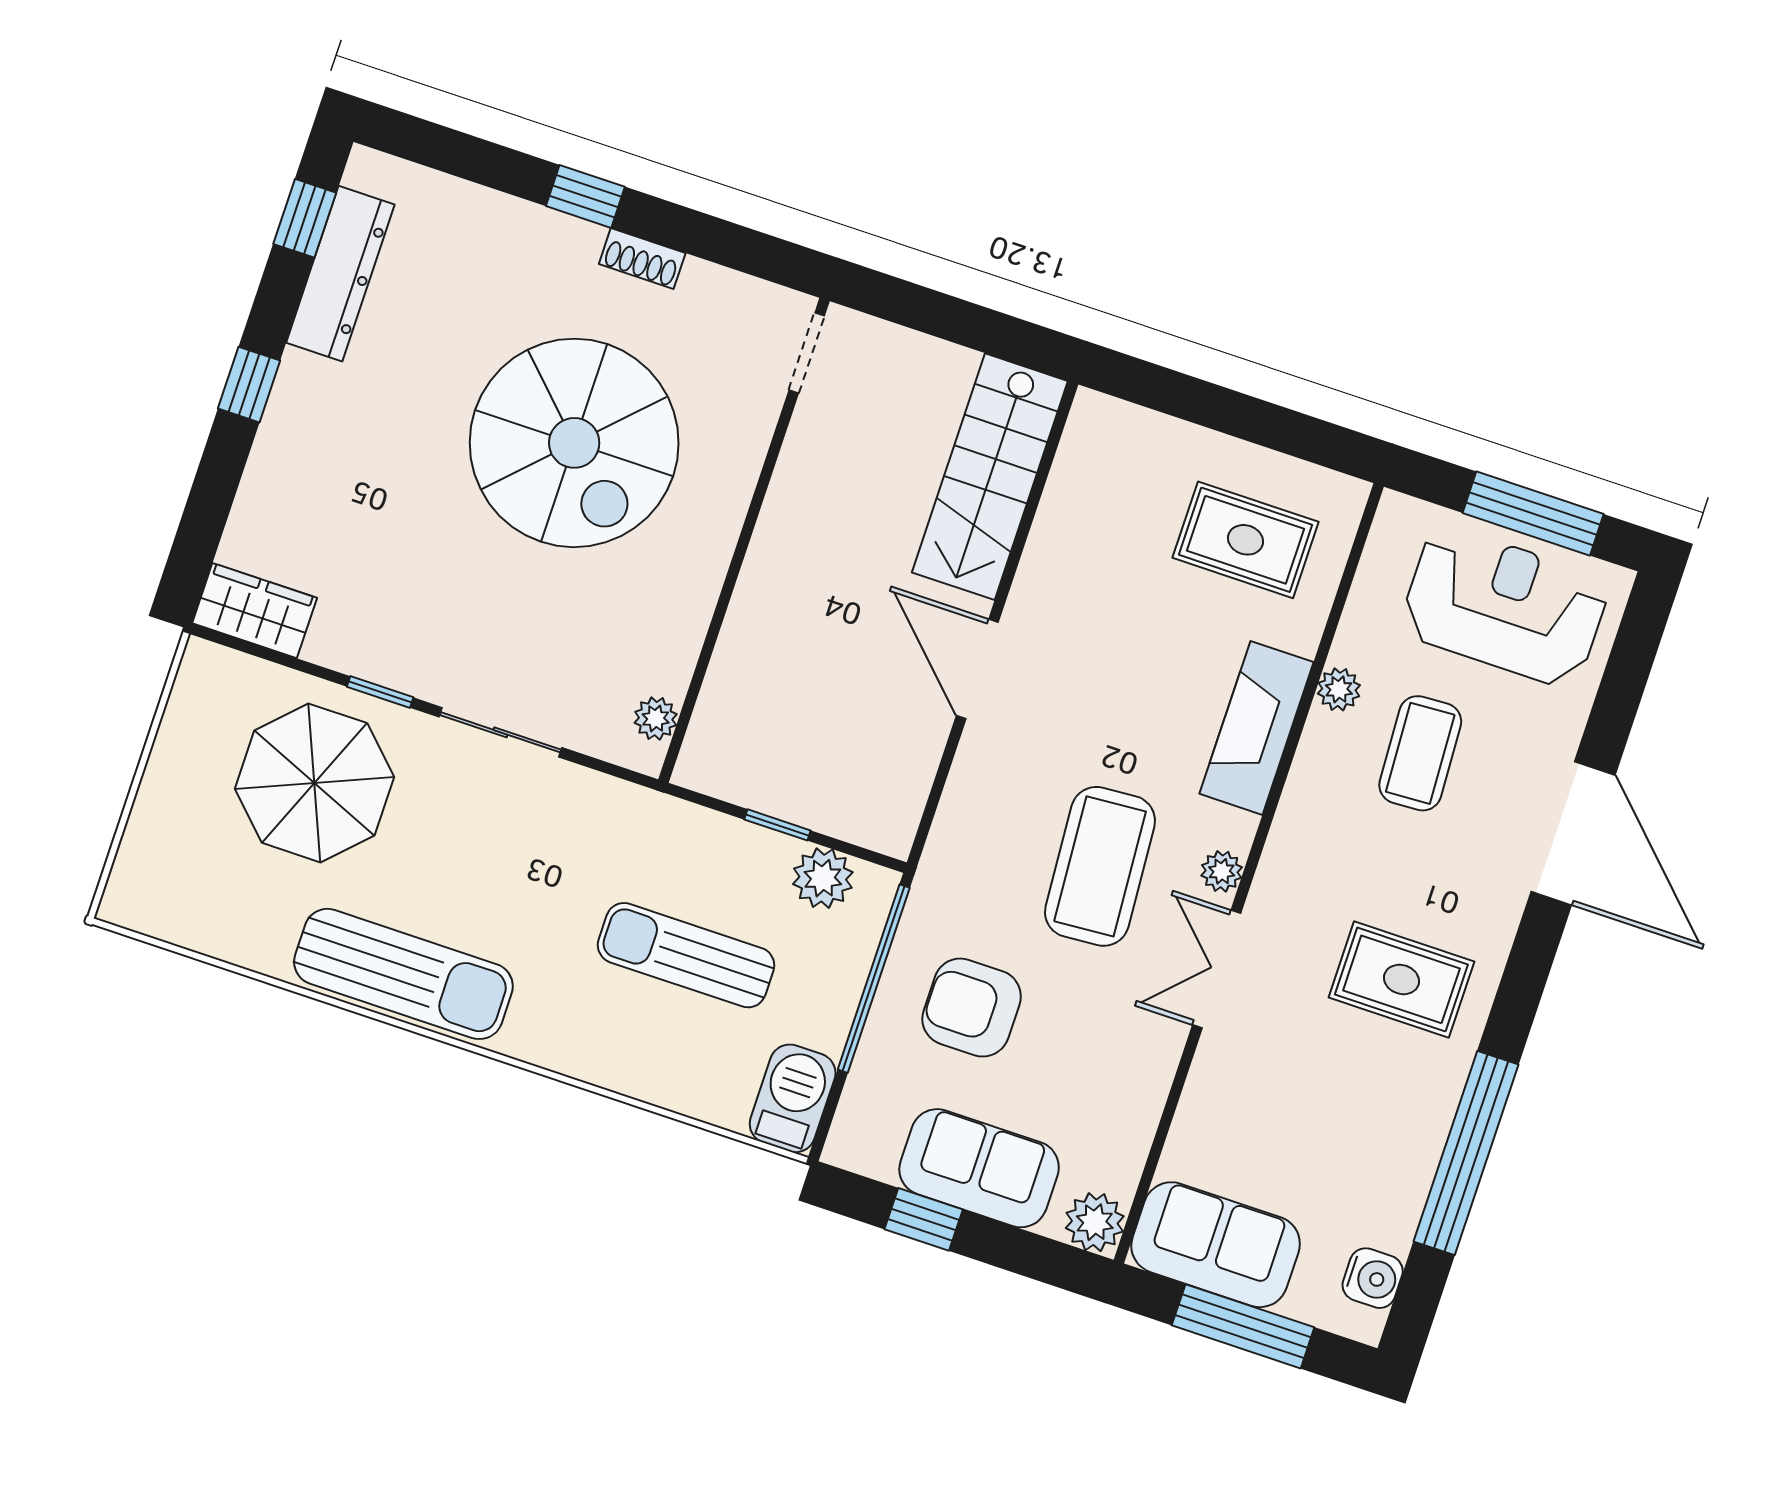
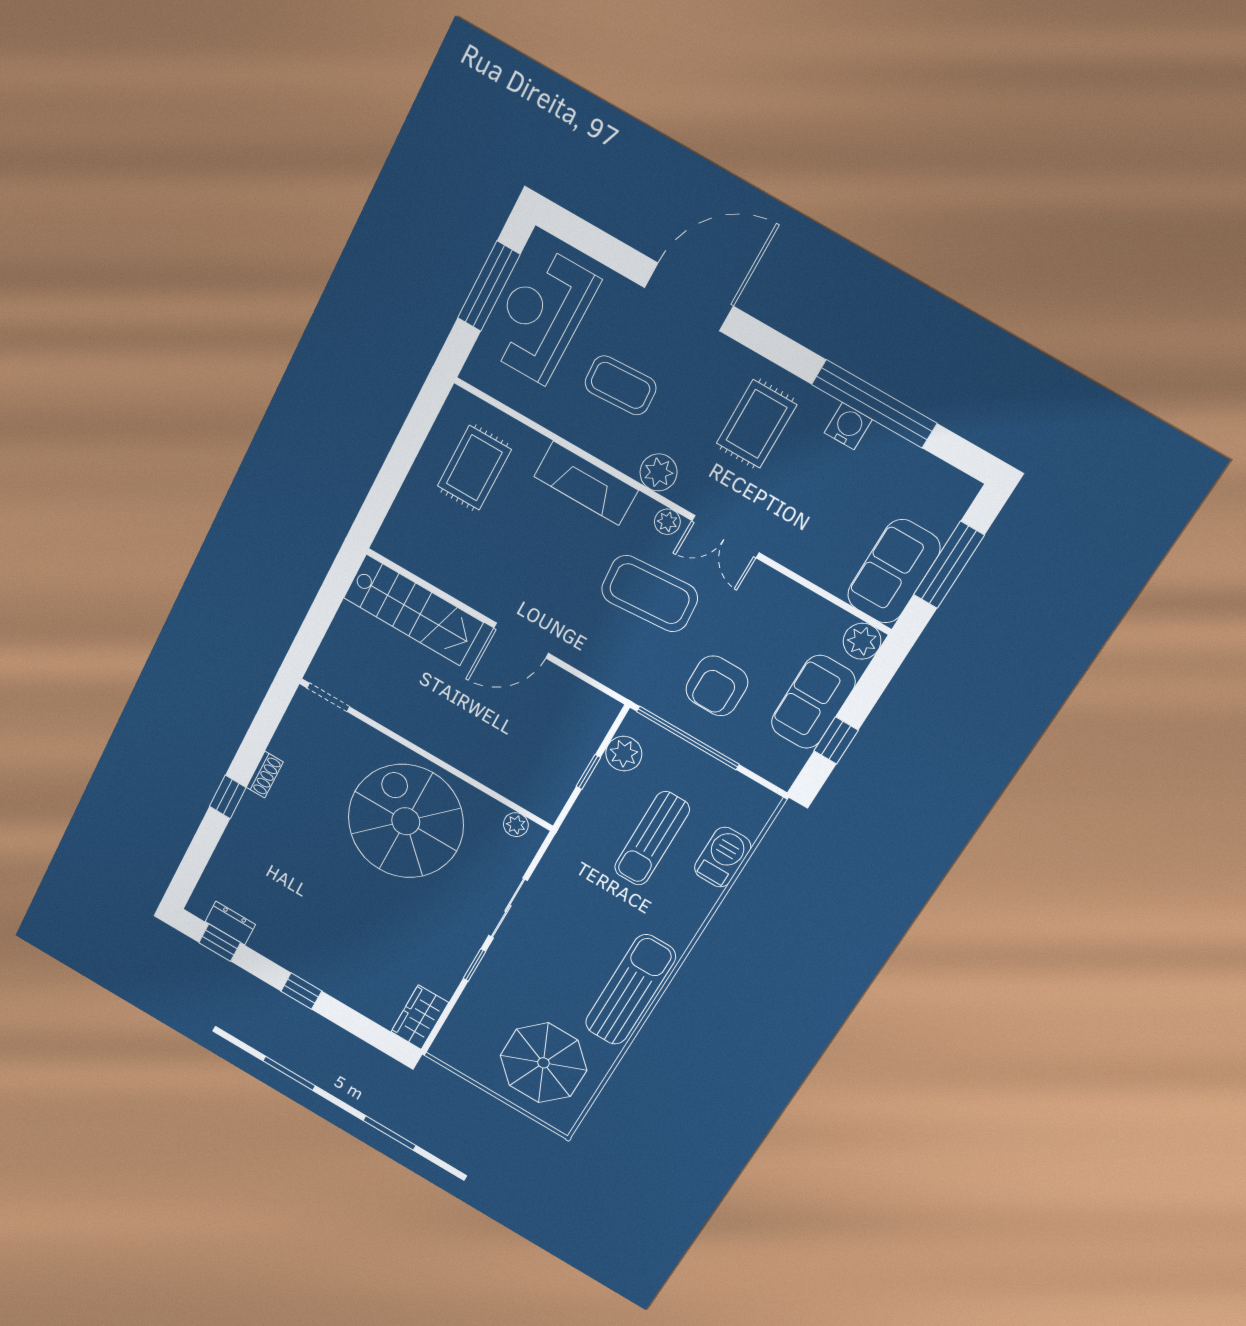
dresser: (340, 274) -> (230, 923), width x0.51, depth x0.80
spiral stairs: (574, 443) -> (406, 821), moved, turned -90
plant: (1339, 689) -> (658, 472), moved, width x1.38, depth x1.38
parasol: (314, 783) -> (543, 1063), moved
barbecue: (793, 1098) -> (723, 857), moved, turned 90
water cooler: (1373, 1278) -> (848, 426), moved

